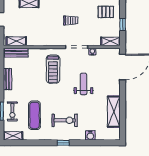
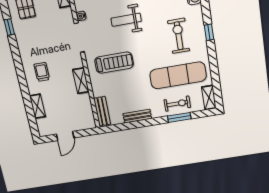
trolley: (71, 21) -> (42, 72), moved
shelving: (16, 41) -> (81, 81), moved
exercise mat: (35, 115) -> (178, 75), width x1.36, depth x1.45

